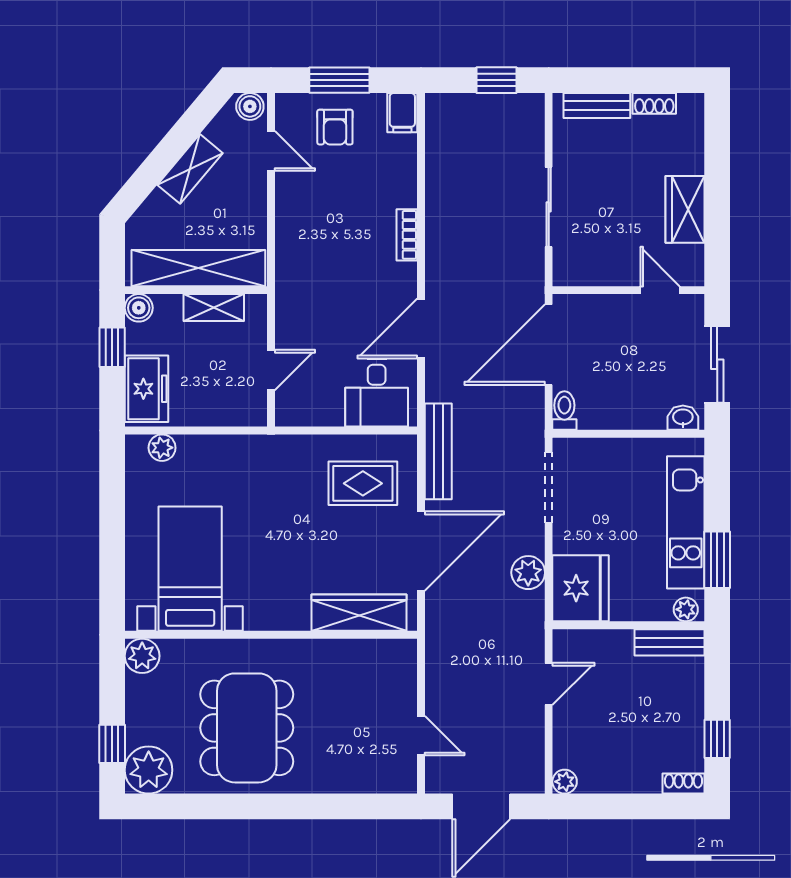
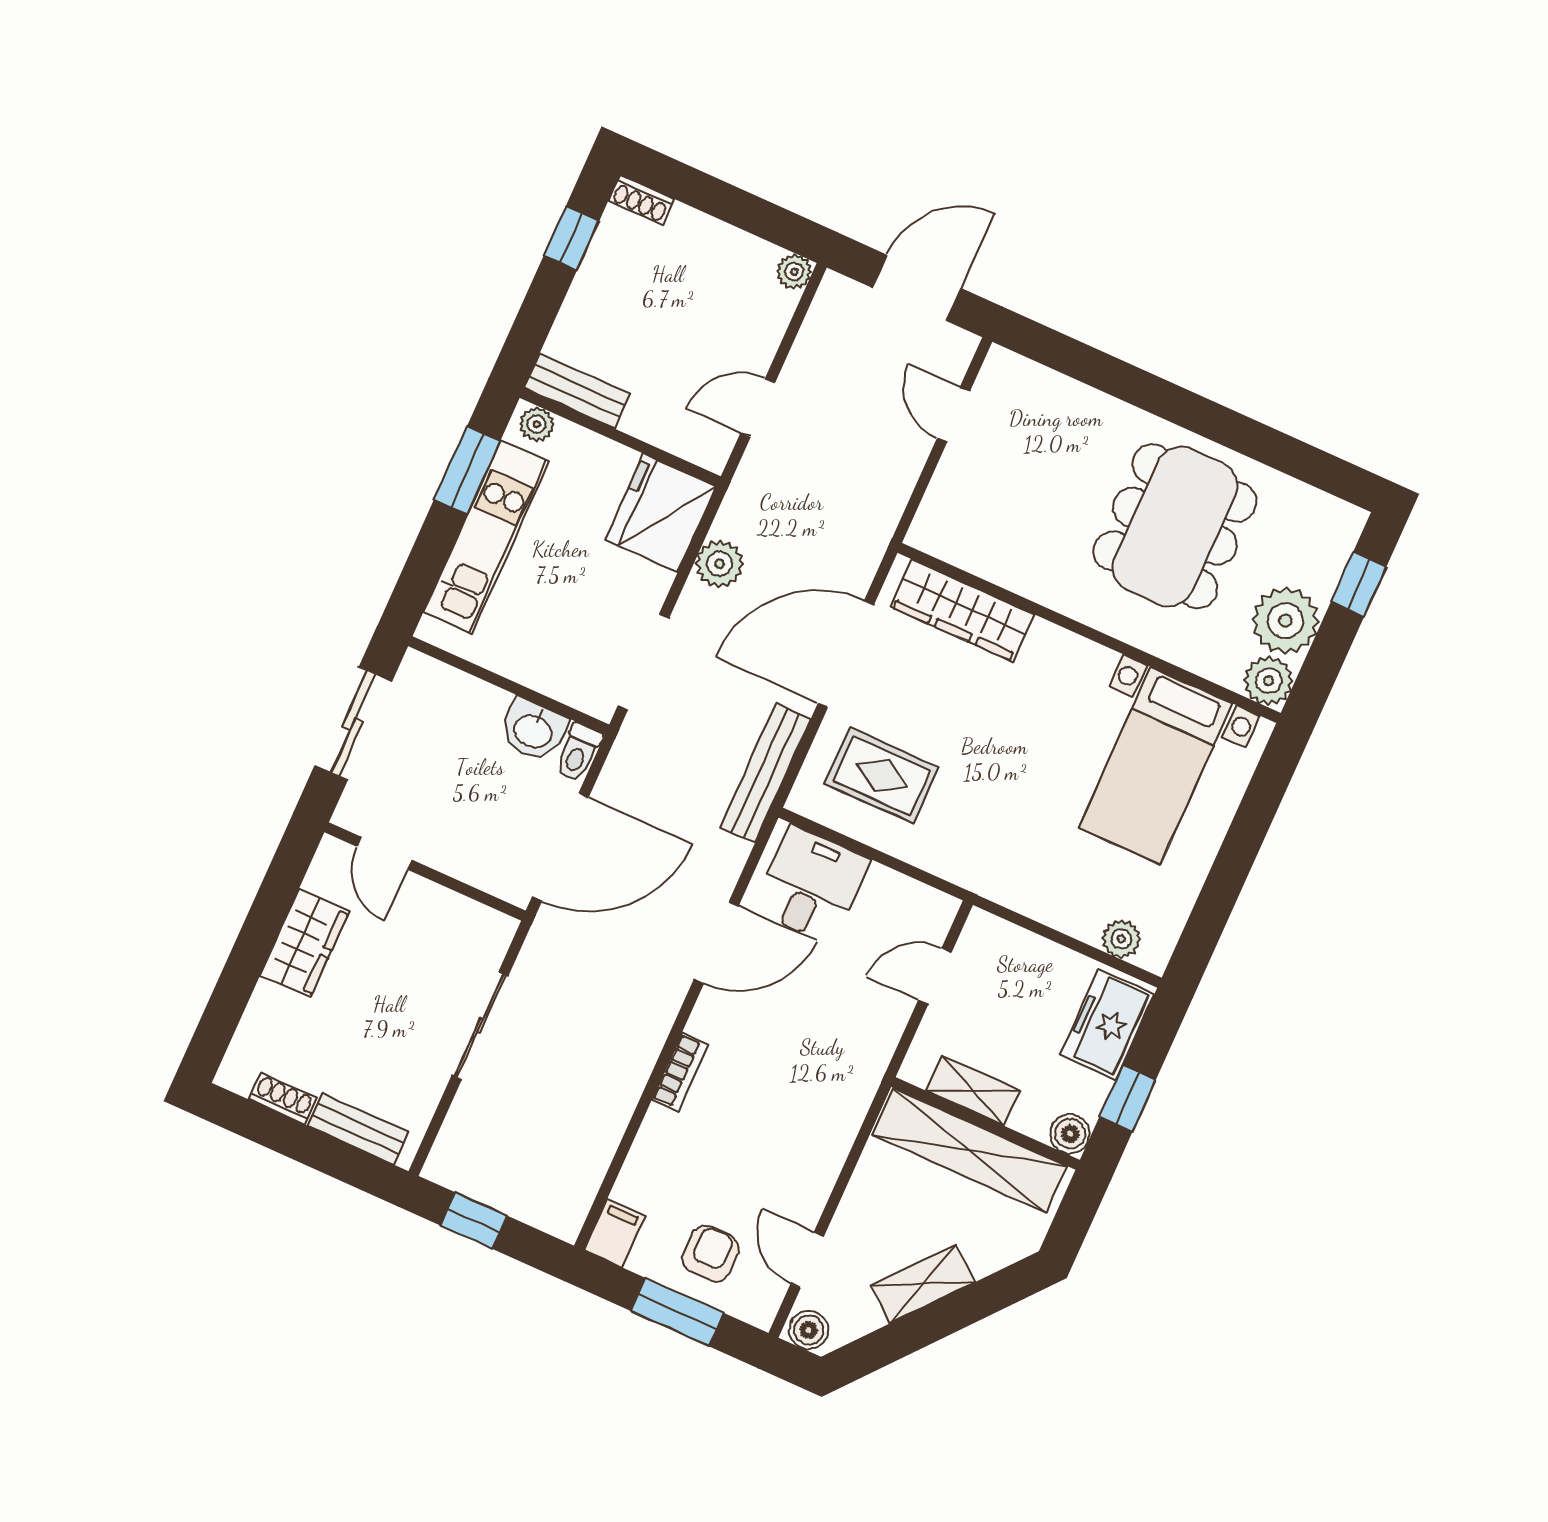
washbasin: (683, 418) -> (533, 730), moved, width x1.38, depth x1.45
plant: (149, 770) -> (1286, 621), moved

